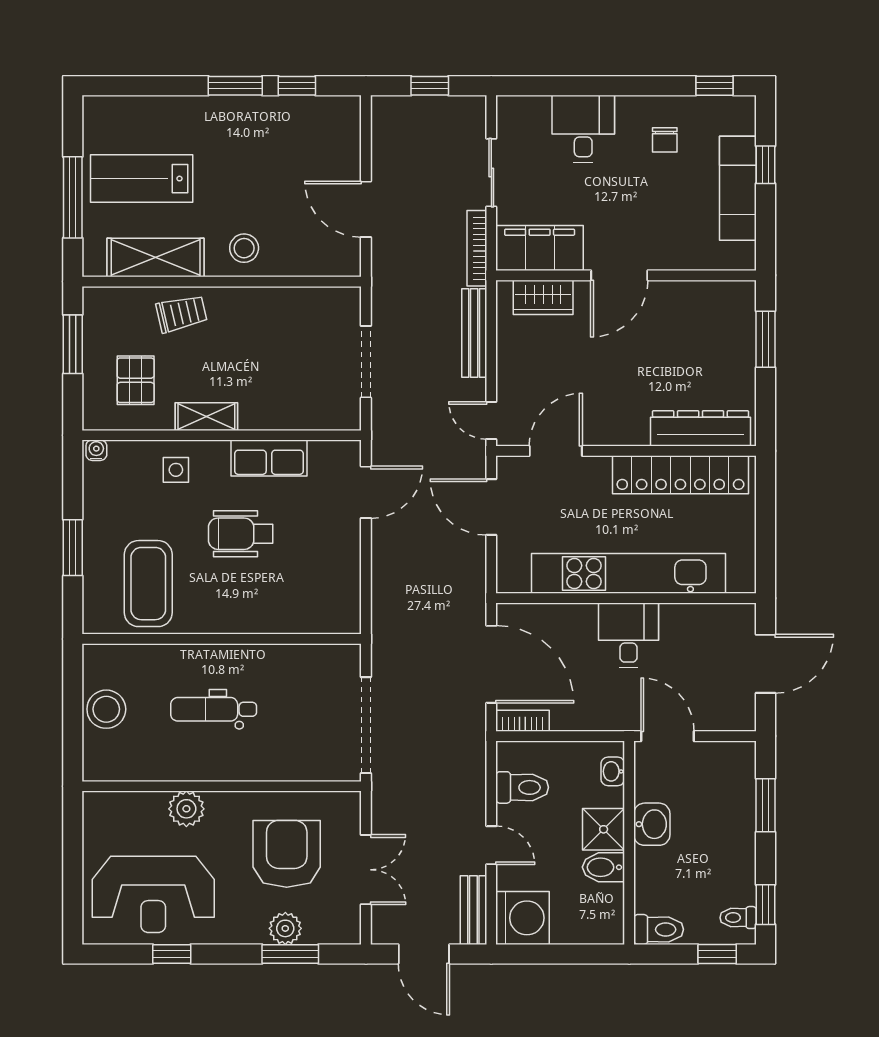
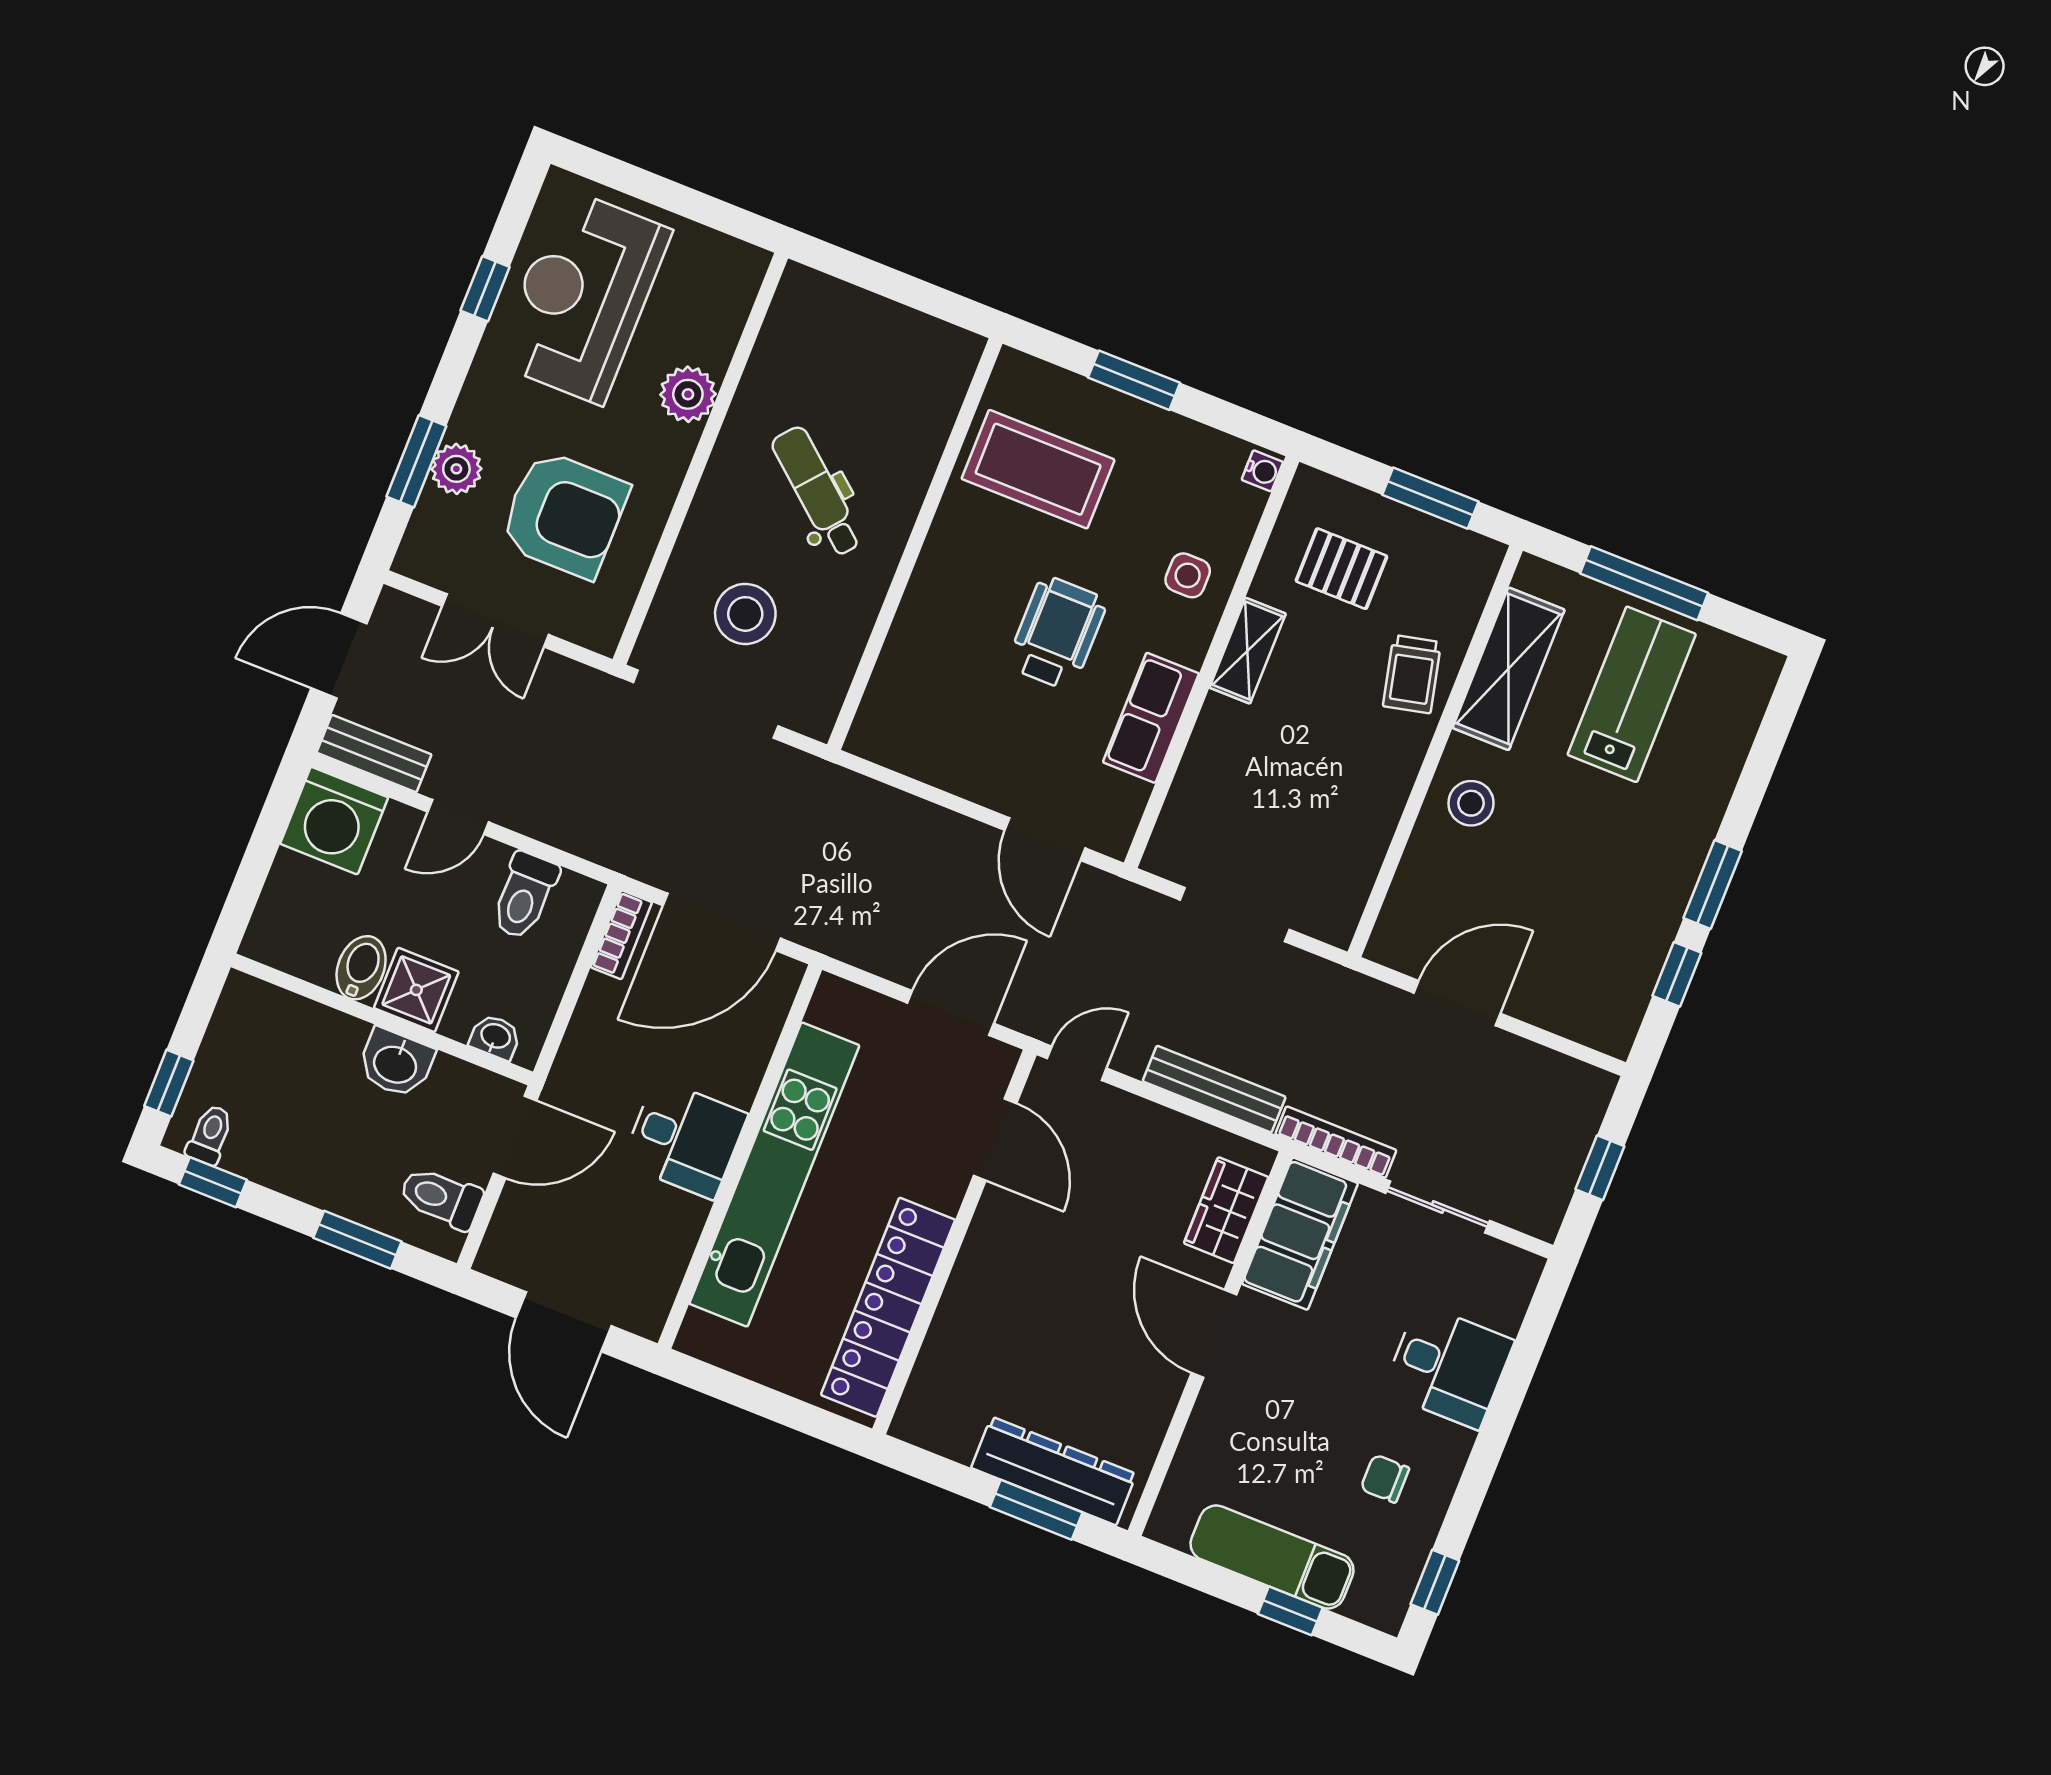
dresser: (701, 428) -> (1054, 1471), moved, turned -90
stool: (106, 709) -> (745, 614), moved
dental chair: (214, 709) -> (817, 491), turned -50
toilet: (659, 929) -> (441, 1198), moved, turned 90

